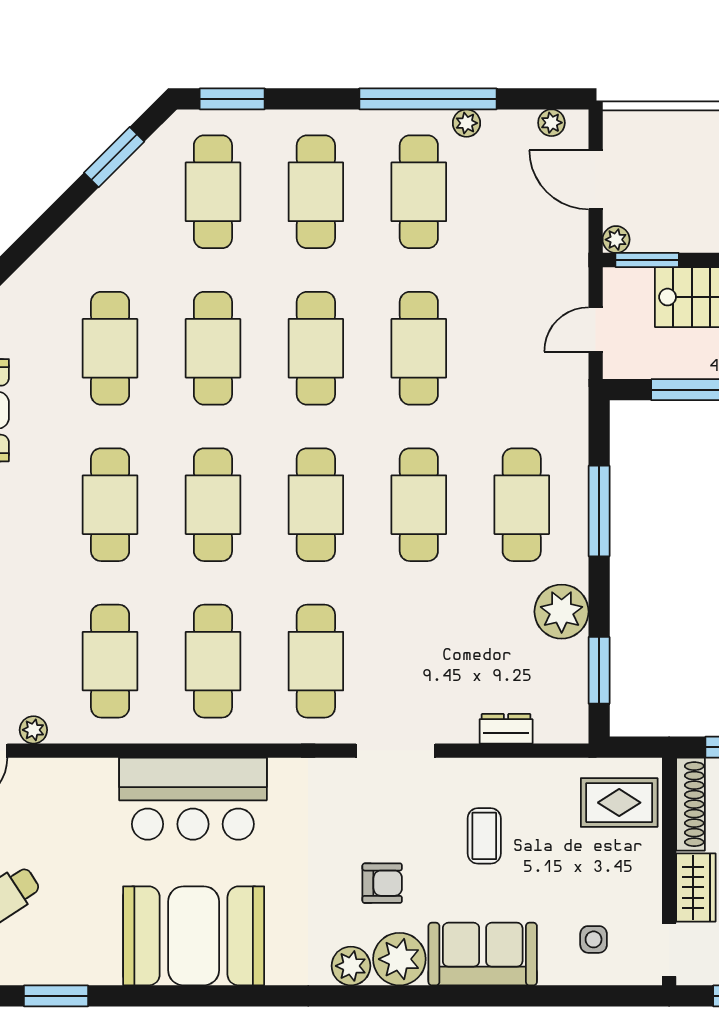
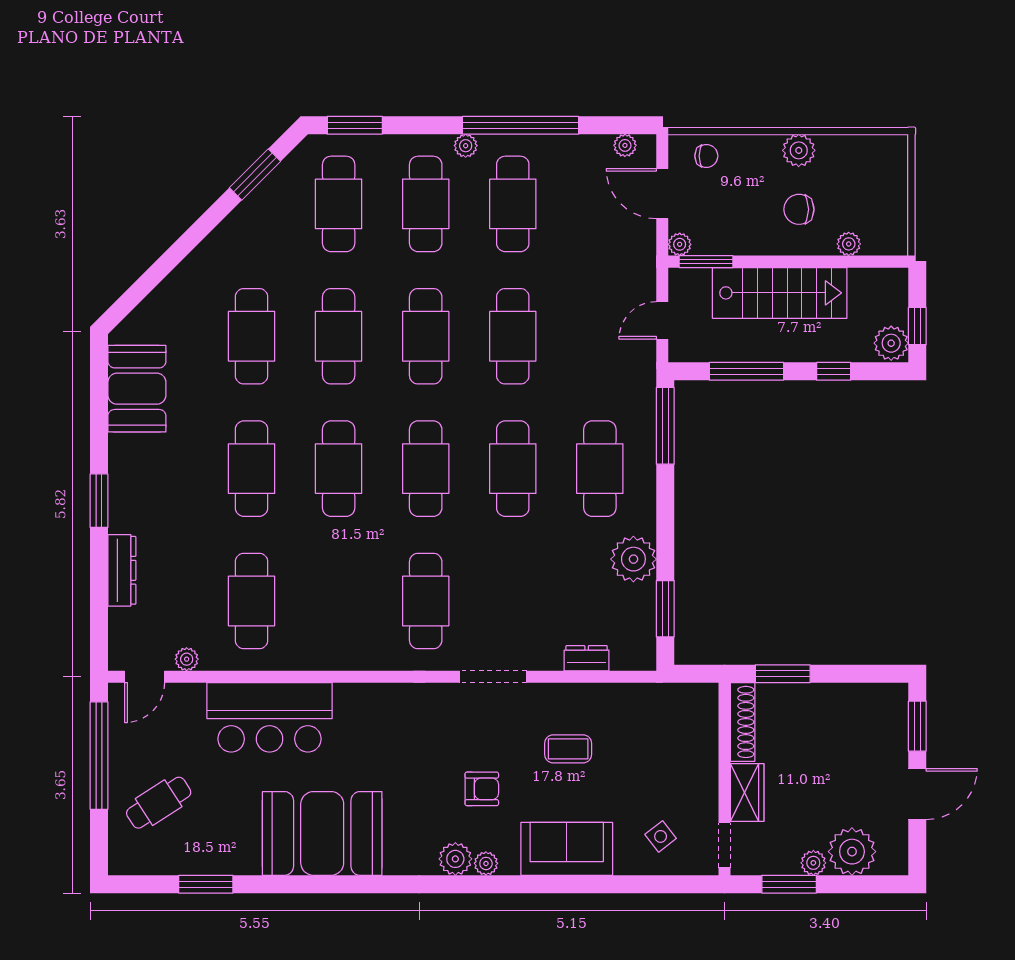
plant: (466, 123) -> (466, 146), moved
chair: (648, 135) -> (706, 156), added
window: (599, 511) -> (665, 426), moved
cafe table: (213, 661) -> (339, 601), removed
bar counter: (193, 799) -> (270, 717), moved
rug: (619, 803) -> (682, 721), removed
coffee table: (484, 836) -> (568, 749), turned 90
side table: (594, 939) -> (661, 836), turned -38
plant: (399, 959) -> (486, 863), width x0.53, depth x0.53

